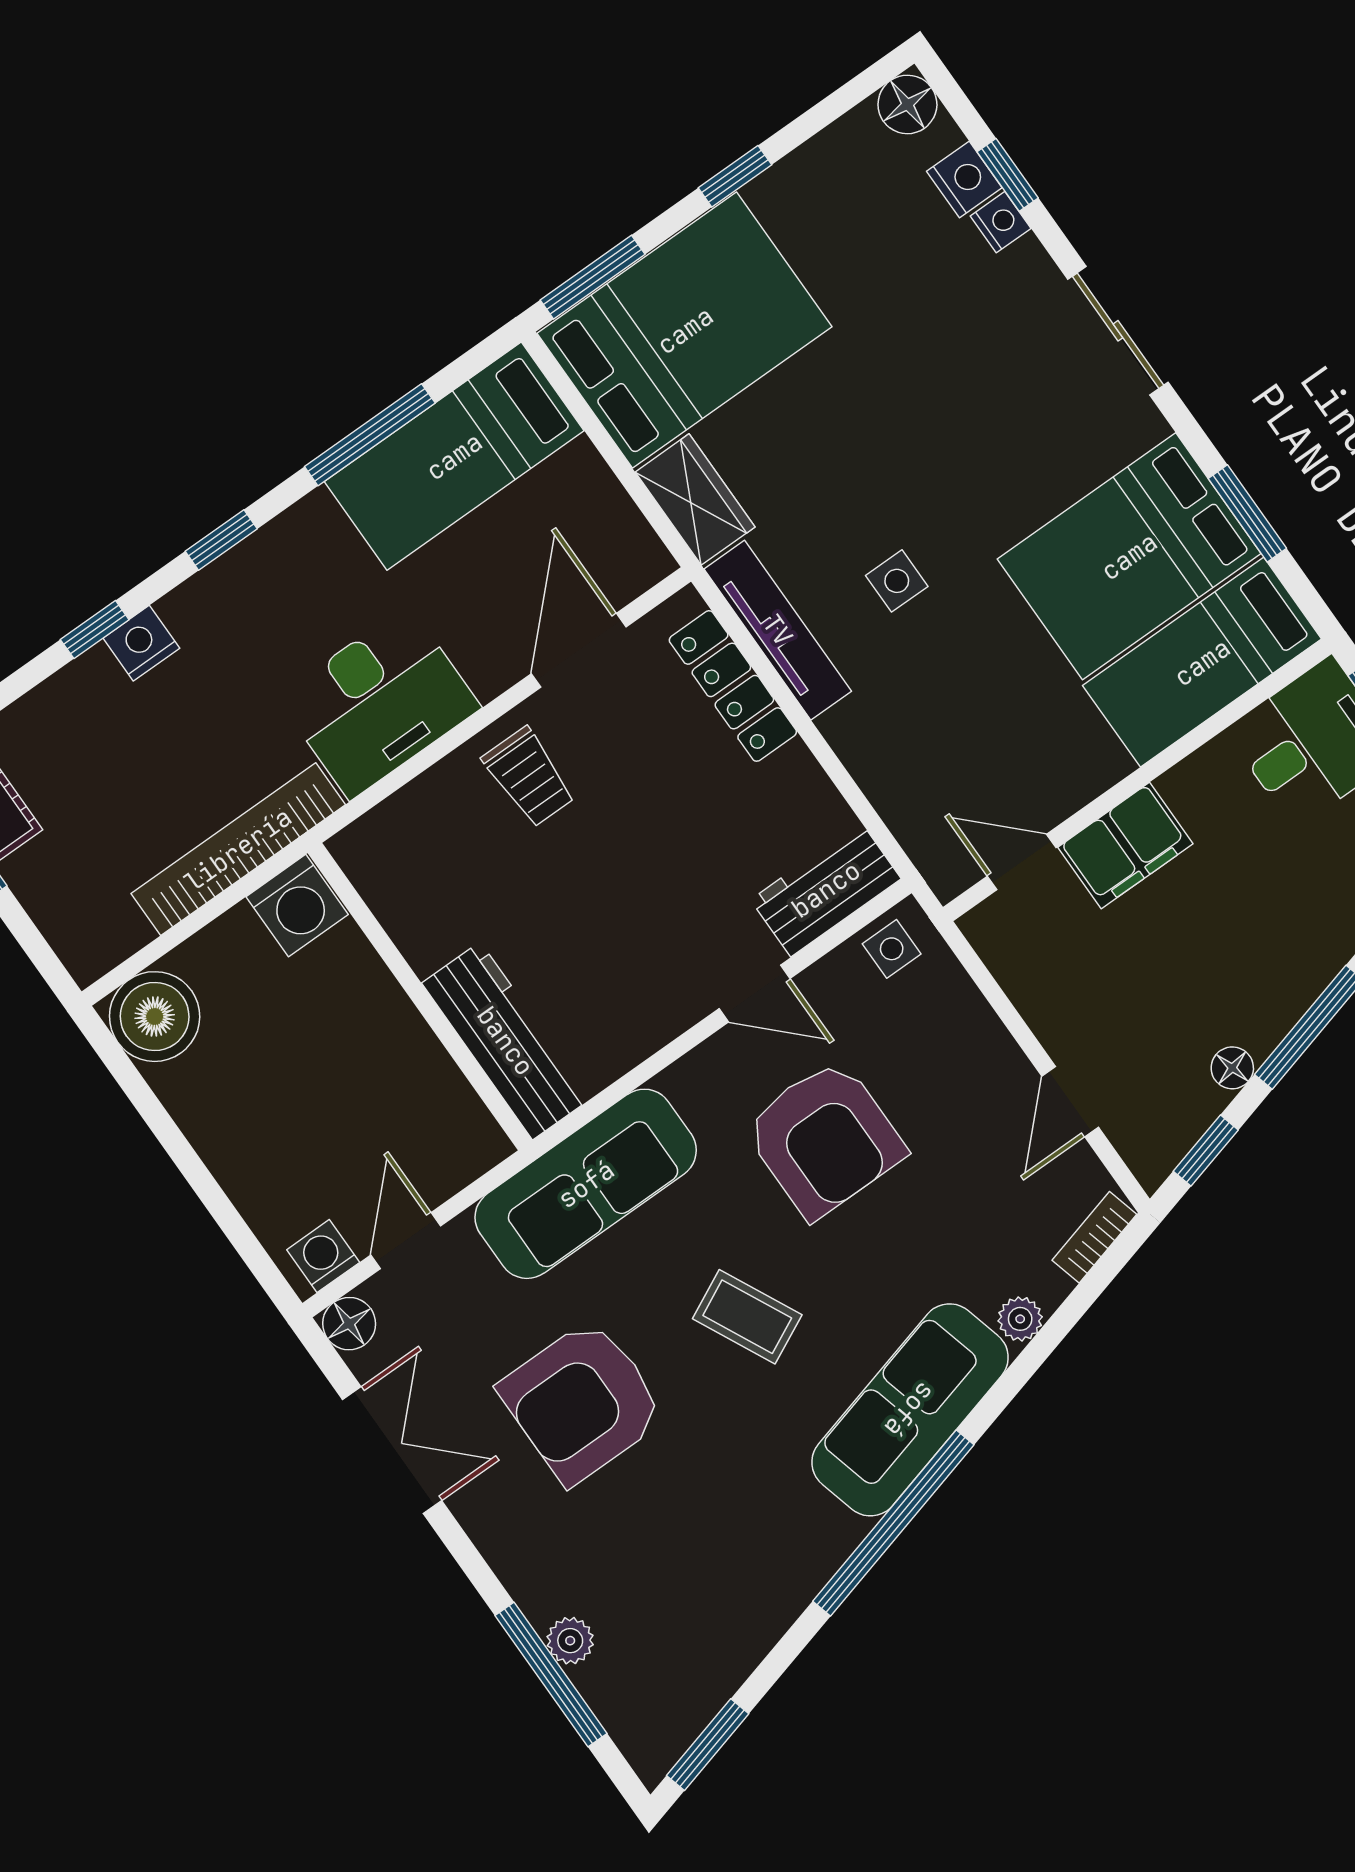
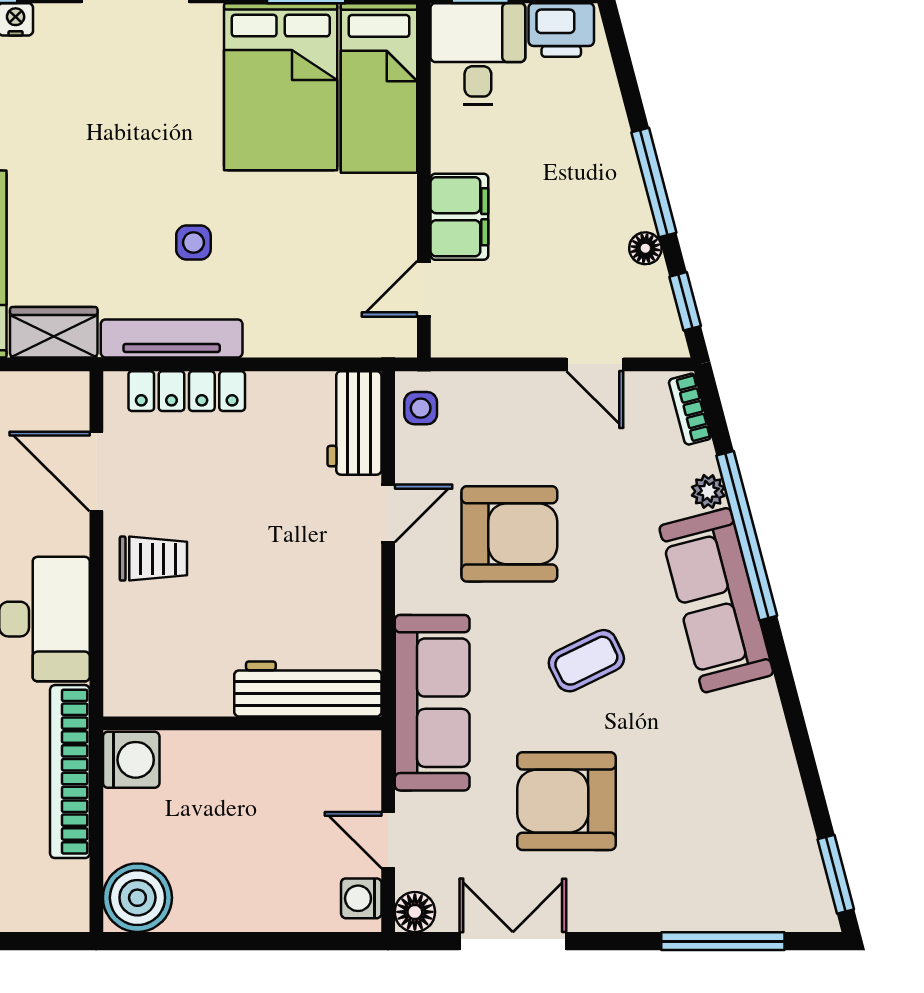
armchair: (582, 1402) -> (566, 801), turned 90
window: (893, 1523) -> (747, 536), moved
plant: (570, 1641) -> (710, 914), removed

